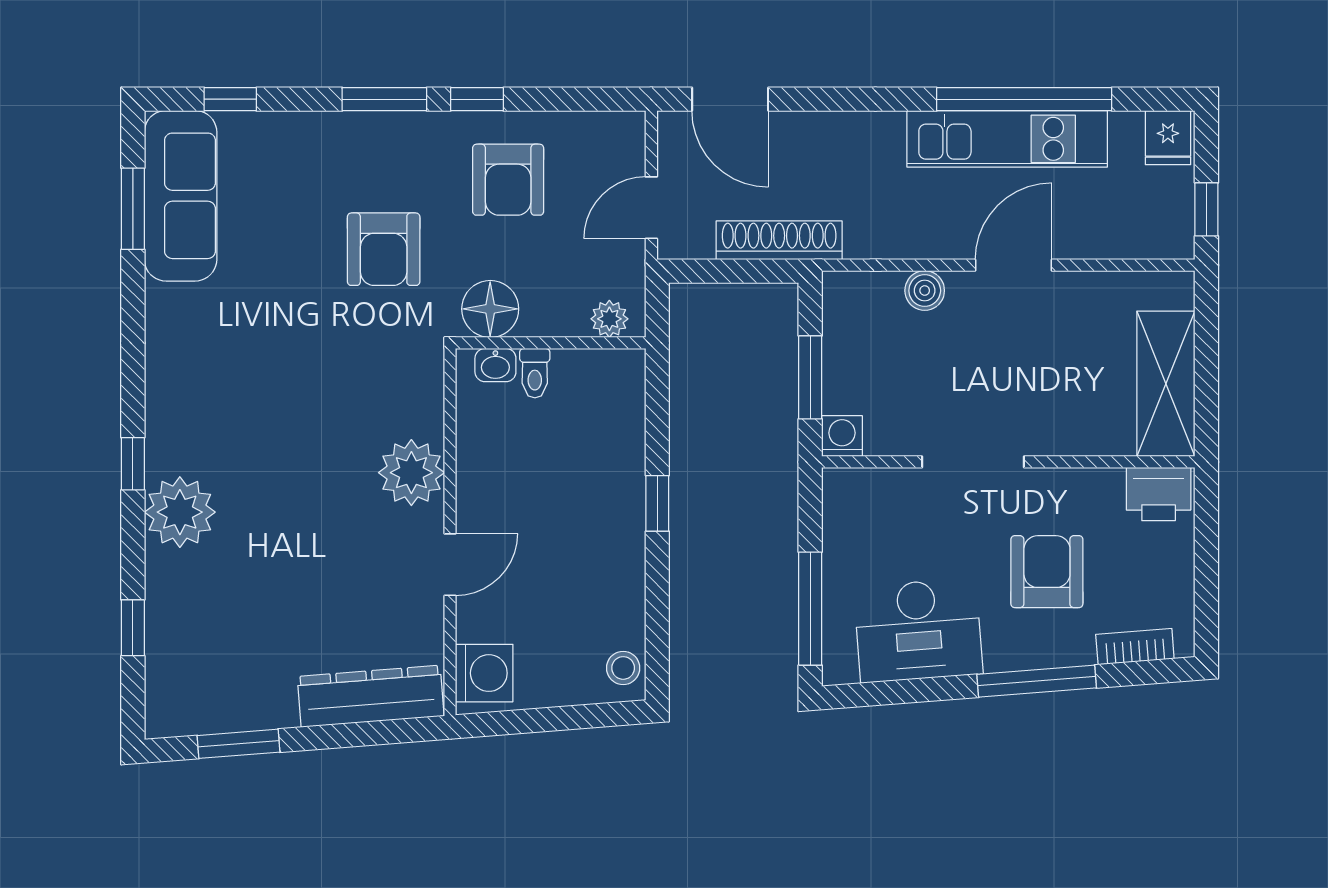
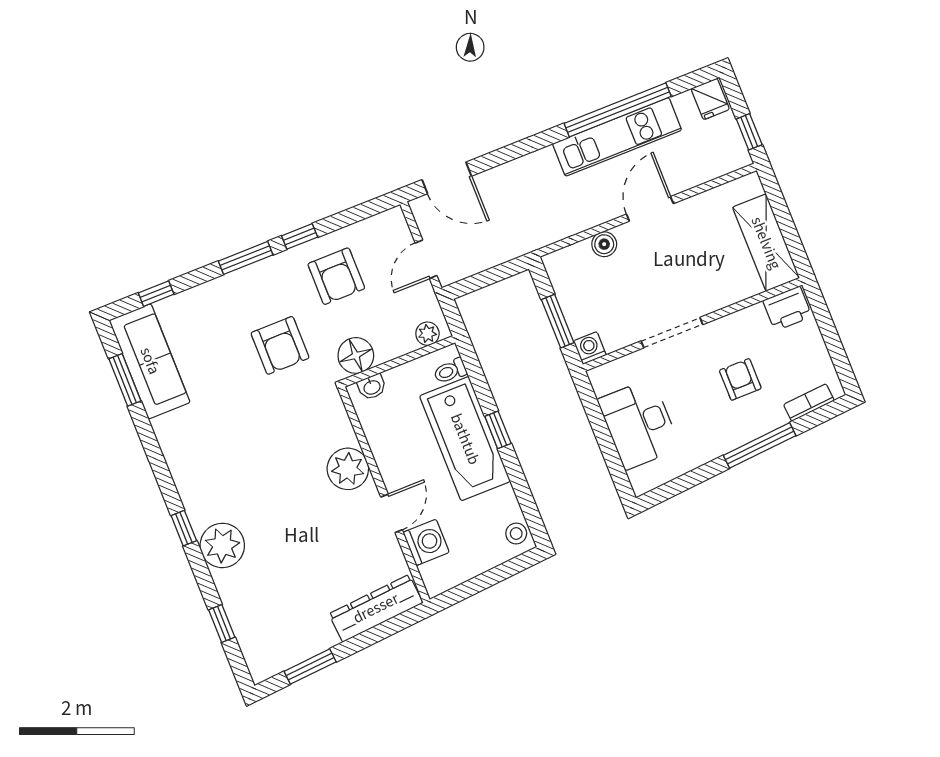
shoe rack: (779, 240) -> (508, 249), removed
toilet: (535, 373) -> (450, 371), moved, turned 90
bathtub: (603, 497) -> (465, 439), added
armchair: (1047, 572) -> (740, 379), width x0.72, depth x0.72
window: (810, 609) -> (611, 456), removed
desk: (918, 630) -> (639, 424), moved, turned 94
washing machine: (484, 673) -> (426, 542), moved

